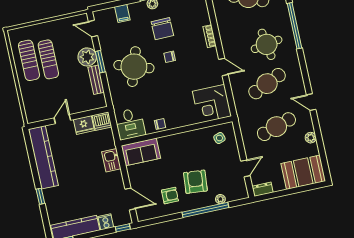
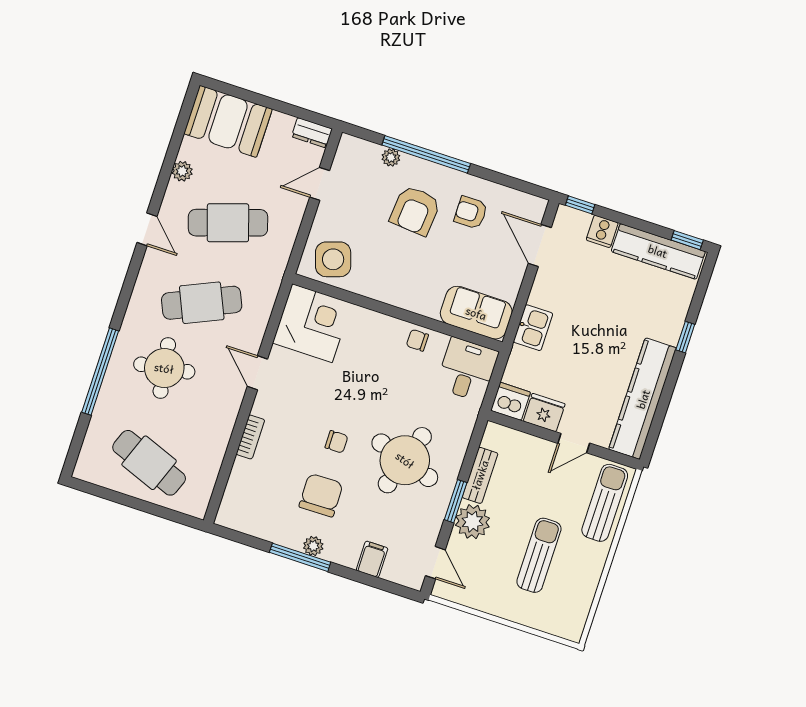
sun lounger: (29, 60) -> (605, 503), moved
side table: (219, 138) -> (333, 259), width x1.87, depth x1.87

